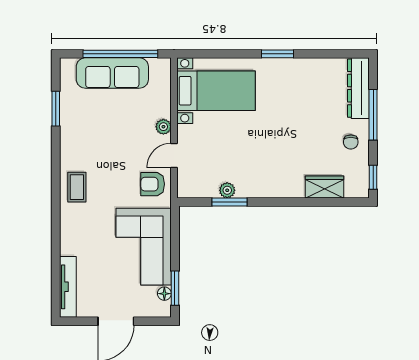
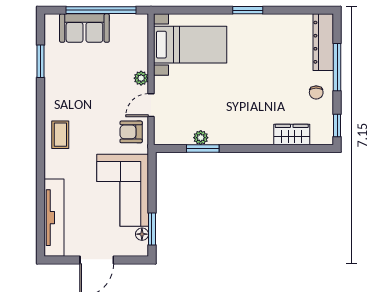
sofa: (112, 73) -> (84, 28), width x0.73
tv unit: (68, 287) -> (54, 218), width x1.36, depth x1.29

